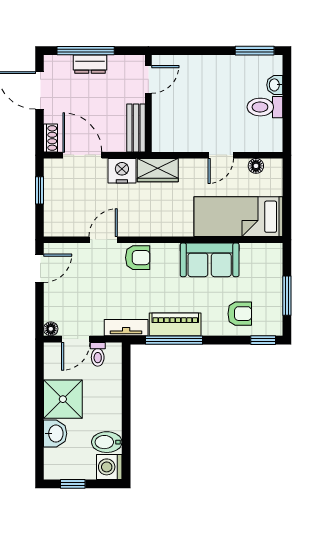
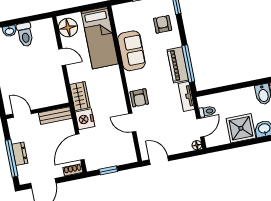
floor lamp: (256, 166) -> (68, 28), width x1.89, depth x1.89
armchair: (138, 258) -> (139, 98), turned 180
door: (76, 339) -> (200, 128), hinge flipped

